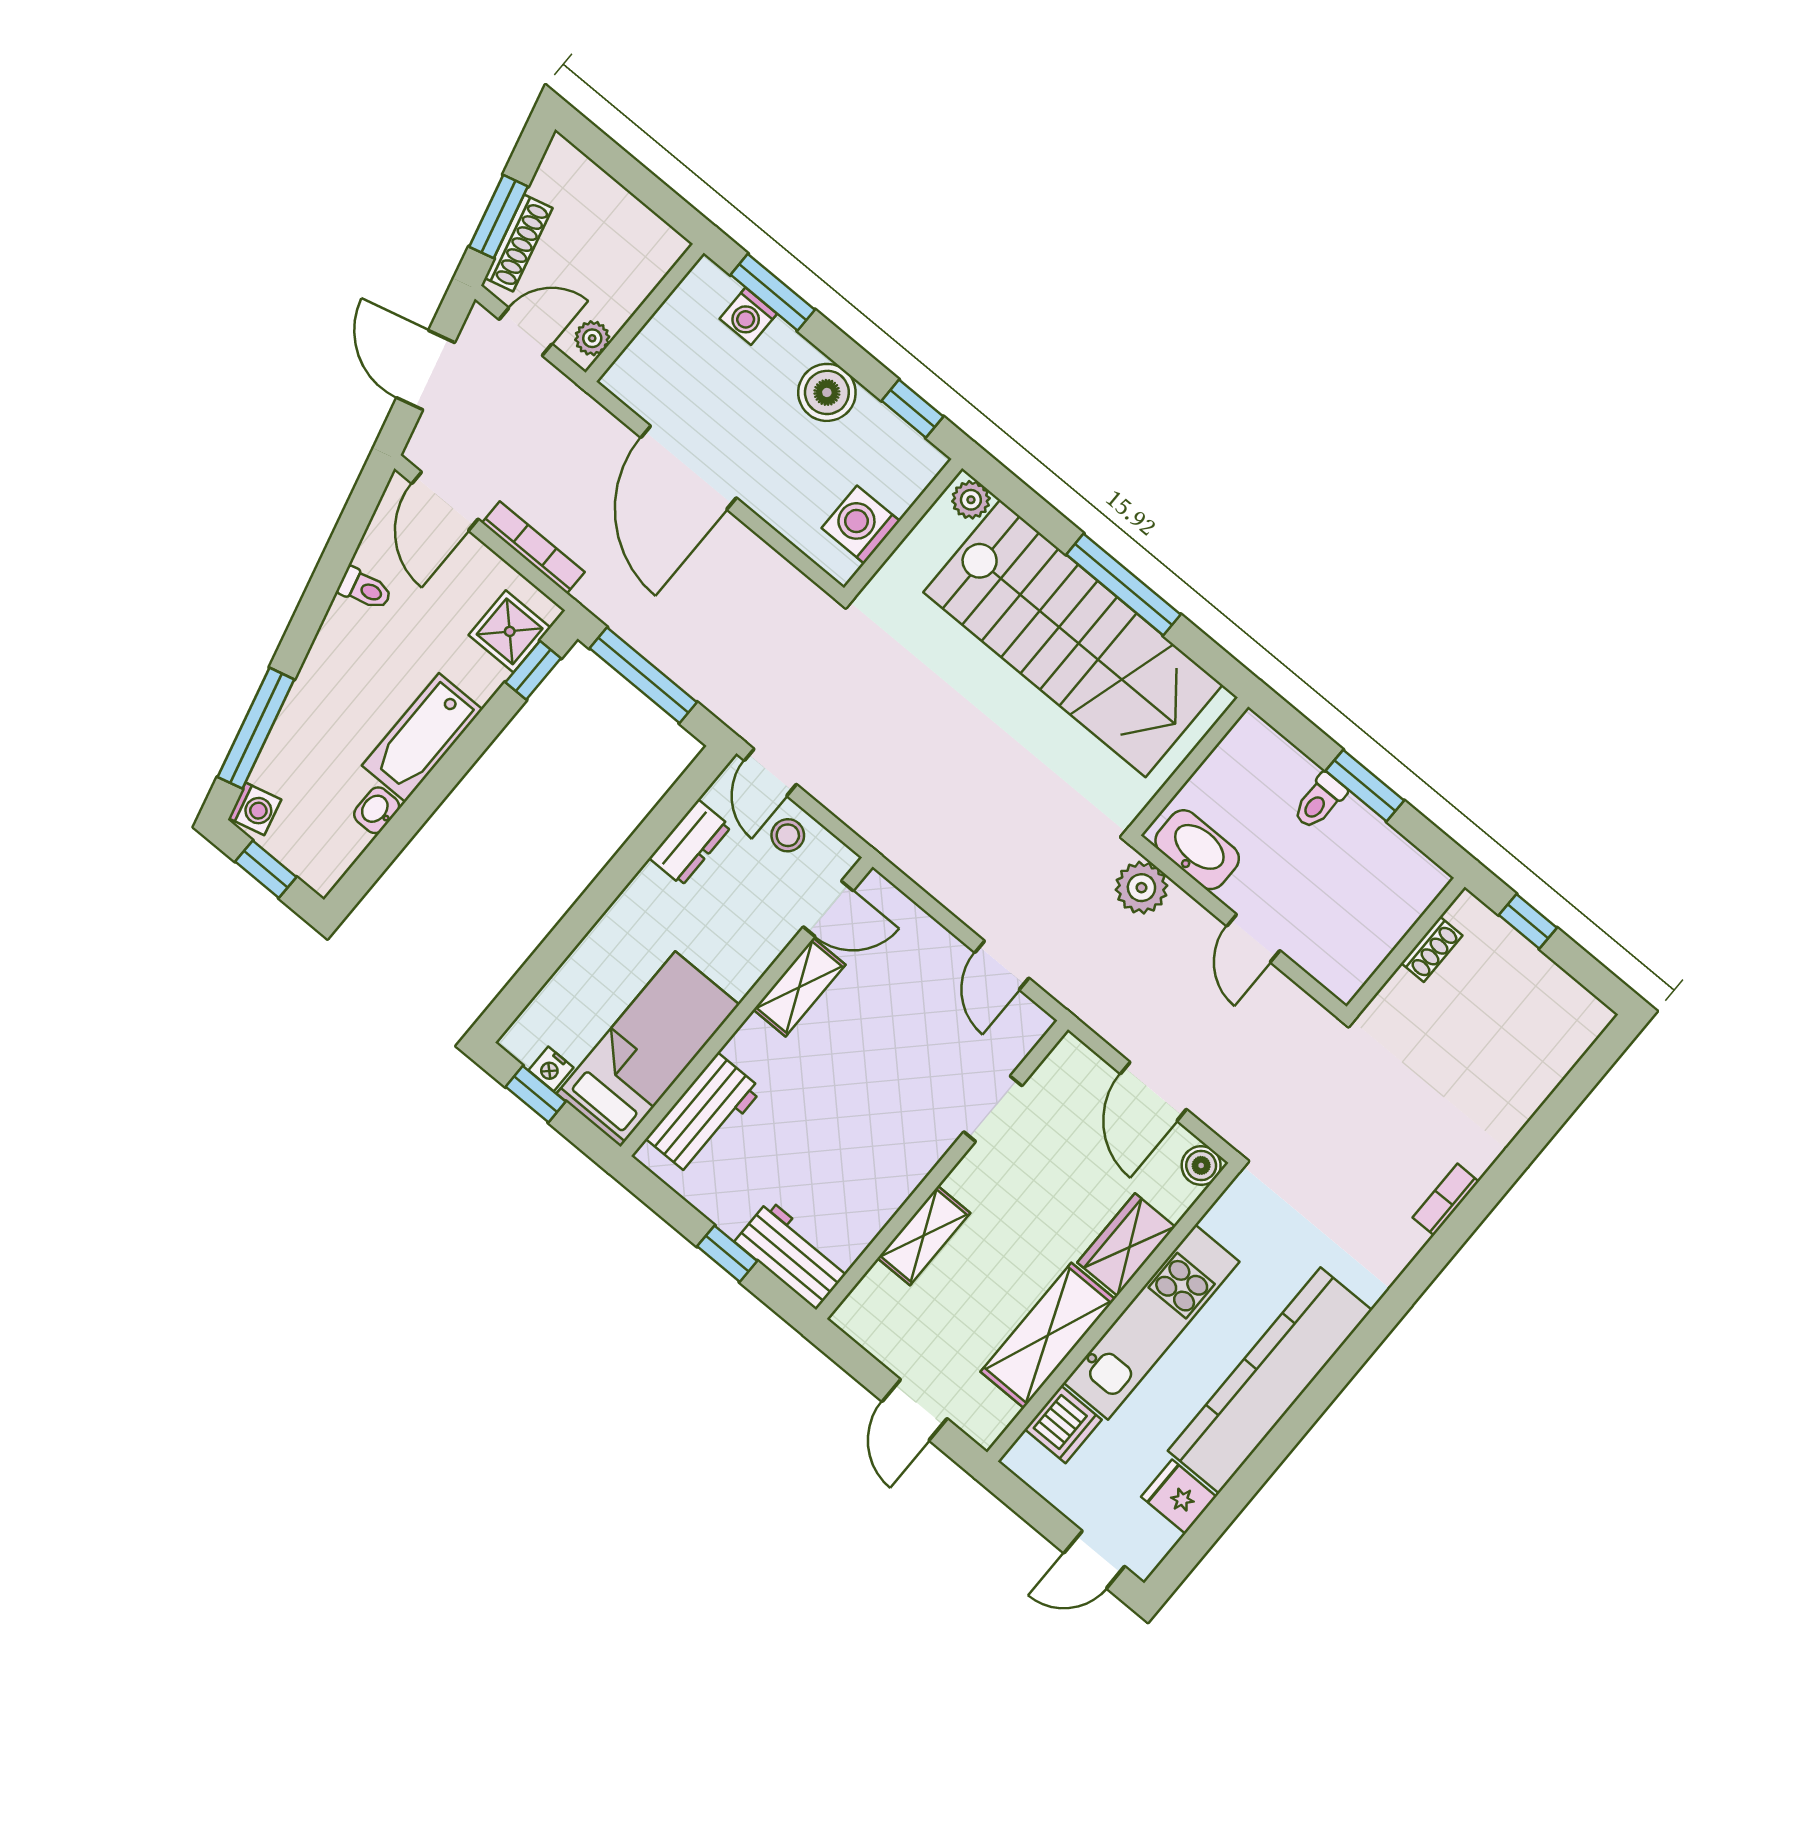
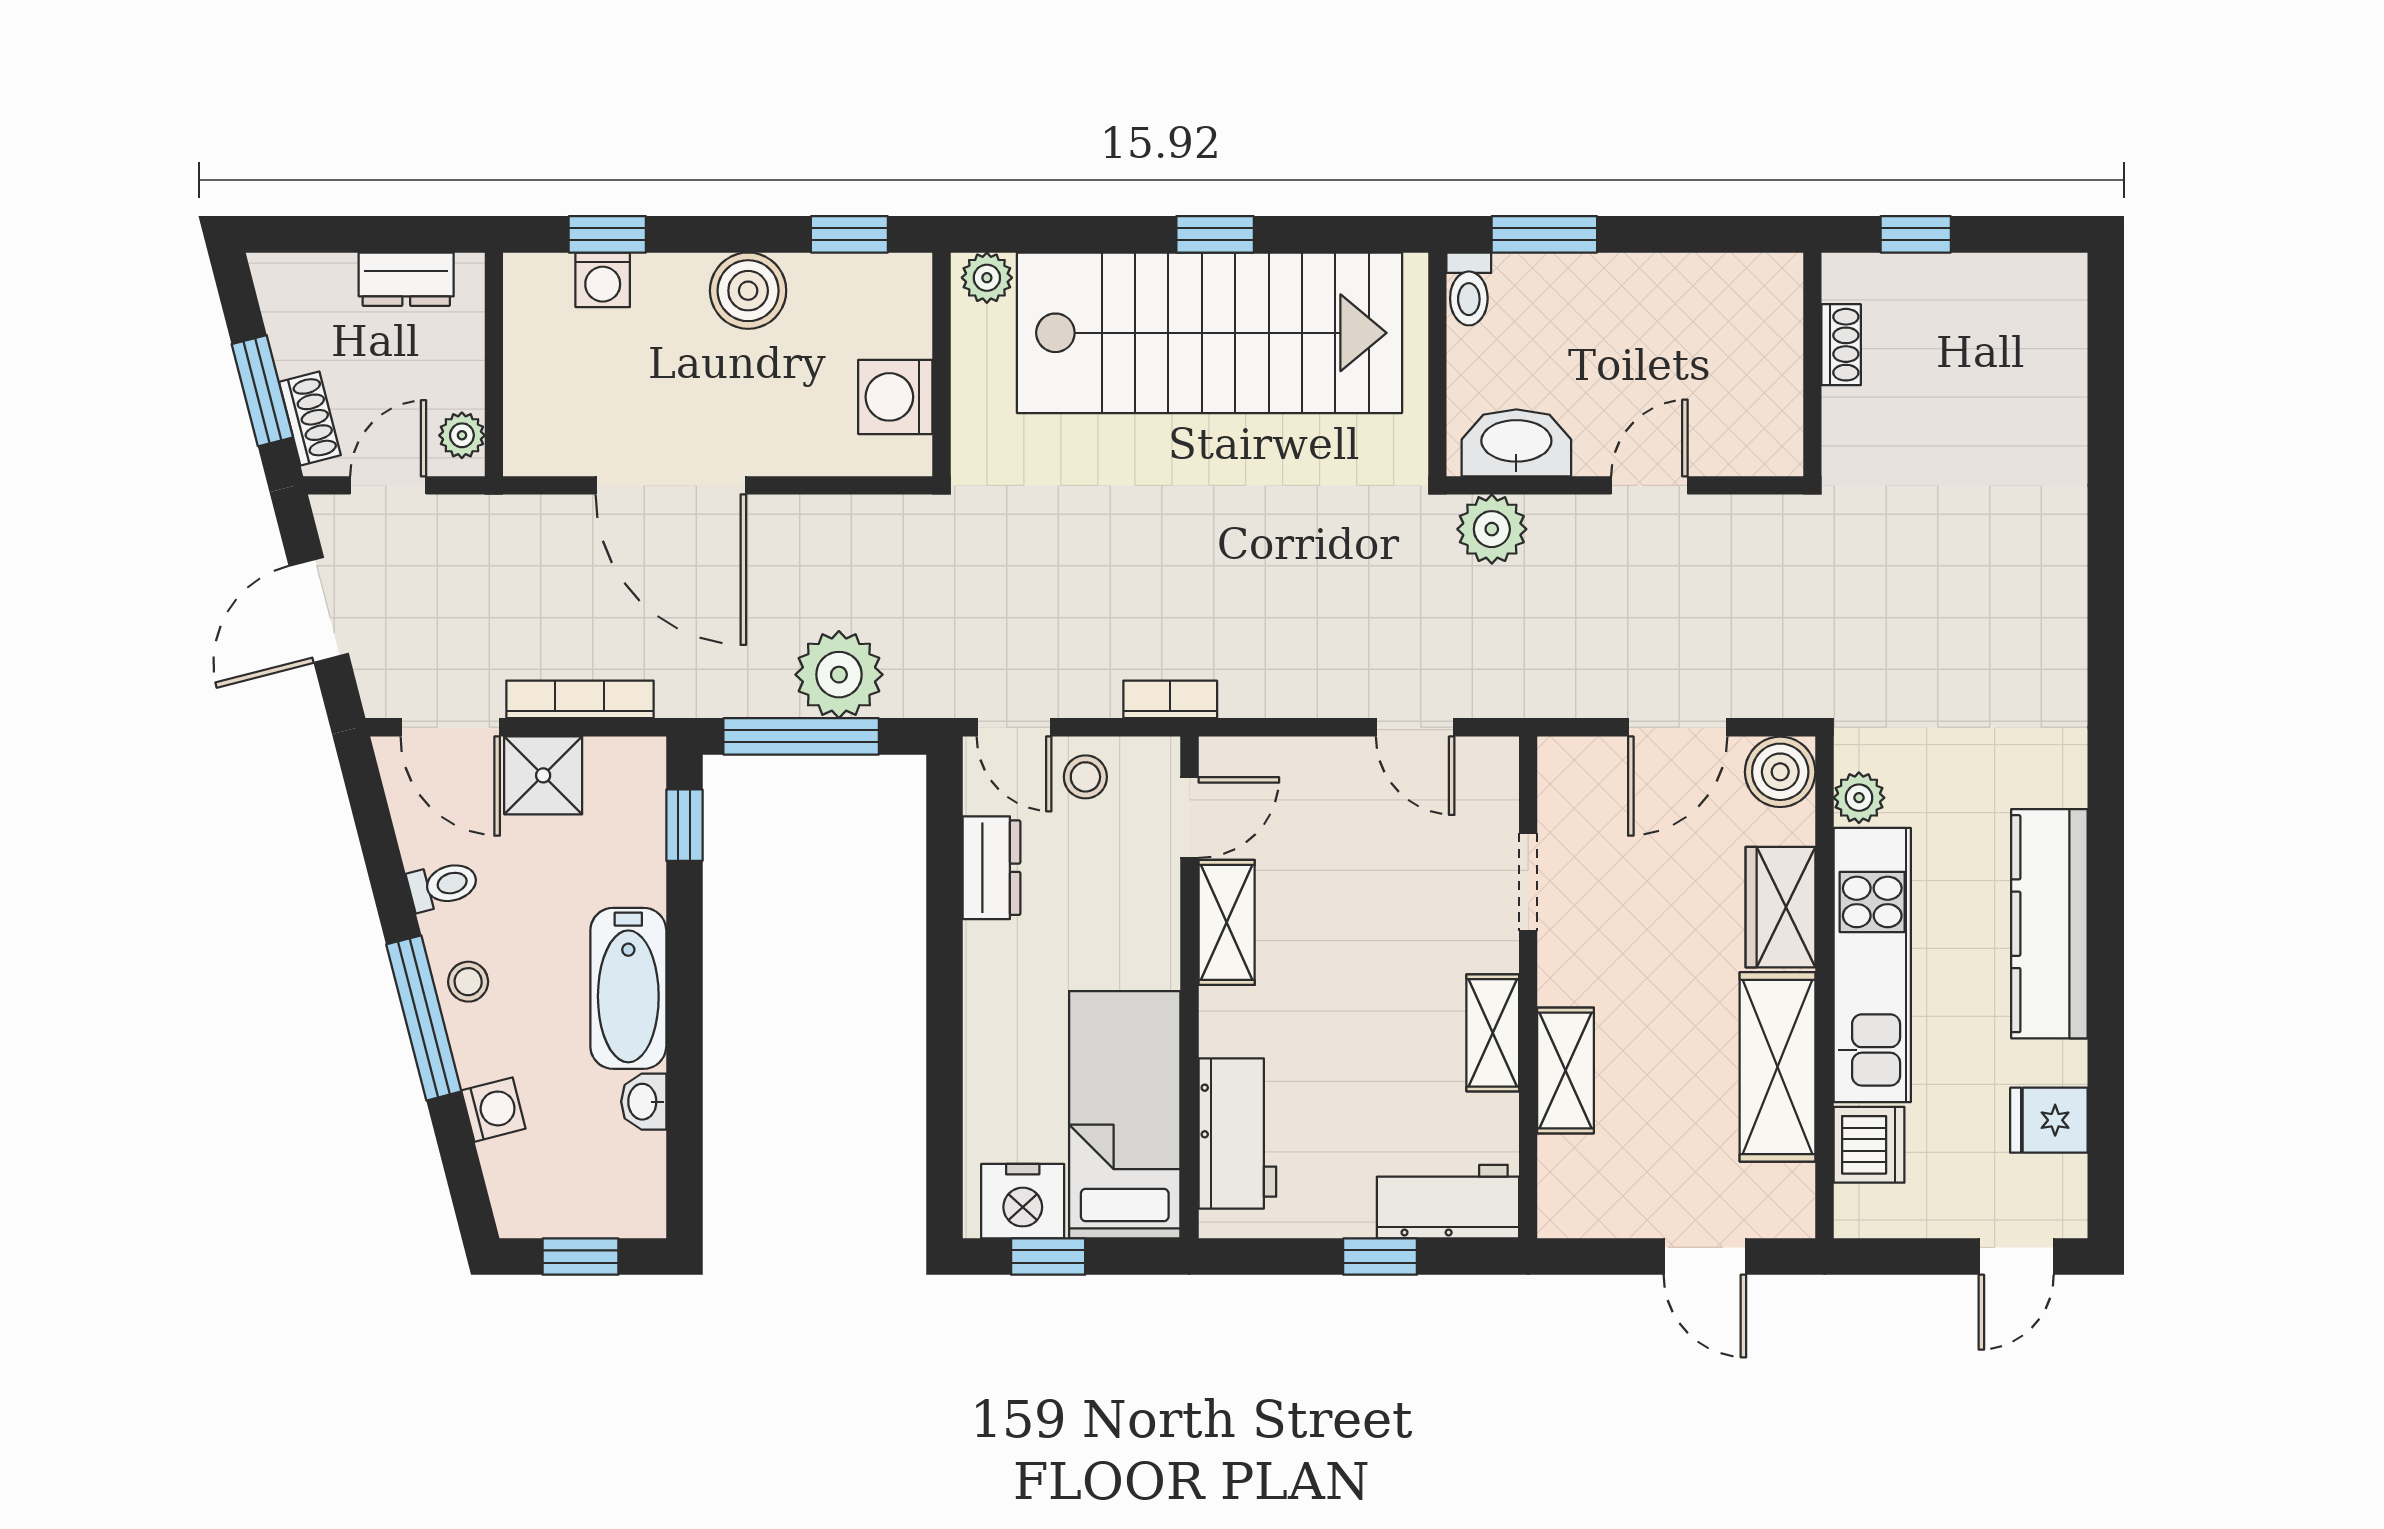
dresser: (635, 221) -> (406, 279), added
shoe rack: (519, 243) -> (310, 418), width x0.70
window: (773, 292) -> (607, 234), width x0.67
door: (426, 370) -> (319, 610), hinge flipped
window: (1123, 584) -> (1215, 234), width x0.46
shower: (510, 631) -> (543, 775), moved
stool: (333, 657) -> (468, 982), added
plant: (695, 658) -> (839, 675), added
window: (256, 728) -> (424, 1018), moved
window: (1365, 786) -> (1544, 234), moved
toilet: (1320, 801) -> (1469, 289), moved
washing machine: (255, 809) -> (493, 1110), moved
door: (1253, 938) -> (1649, 485), swing flipped
nightstand: (551, 1069) -> (1023, 1201), width x1.89, depth x1.79
door: (1153, 1091) -> (1678, 727), hinge flipped
boiler: (1201, 1165) -> (1780, 772), width x1.36, depth x1.36
shelving: (900, 1179) -> (1493, 1033), added
bookcase: (1446, 1200) -> (1170, 699), moved, turned 90
plant: (1224, 1219) -> (1859, 798), added
kitchen counter: (1270, 1380) -> (2049, 924), width x0.72, depth x0.86

